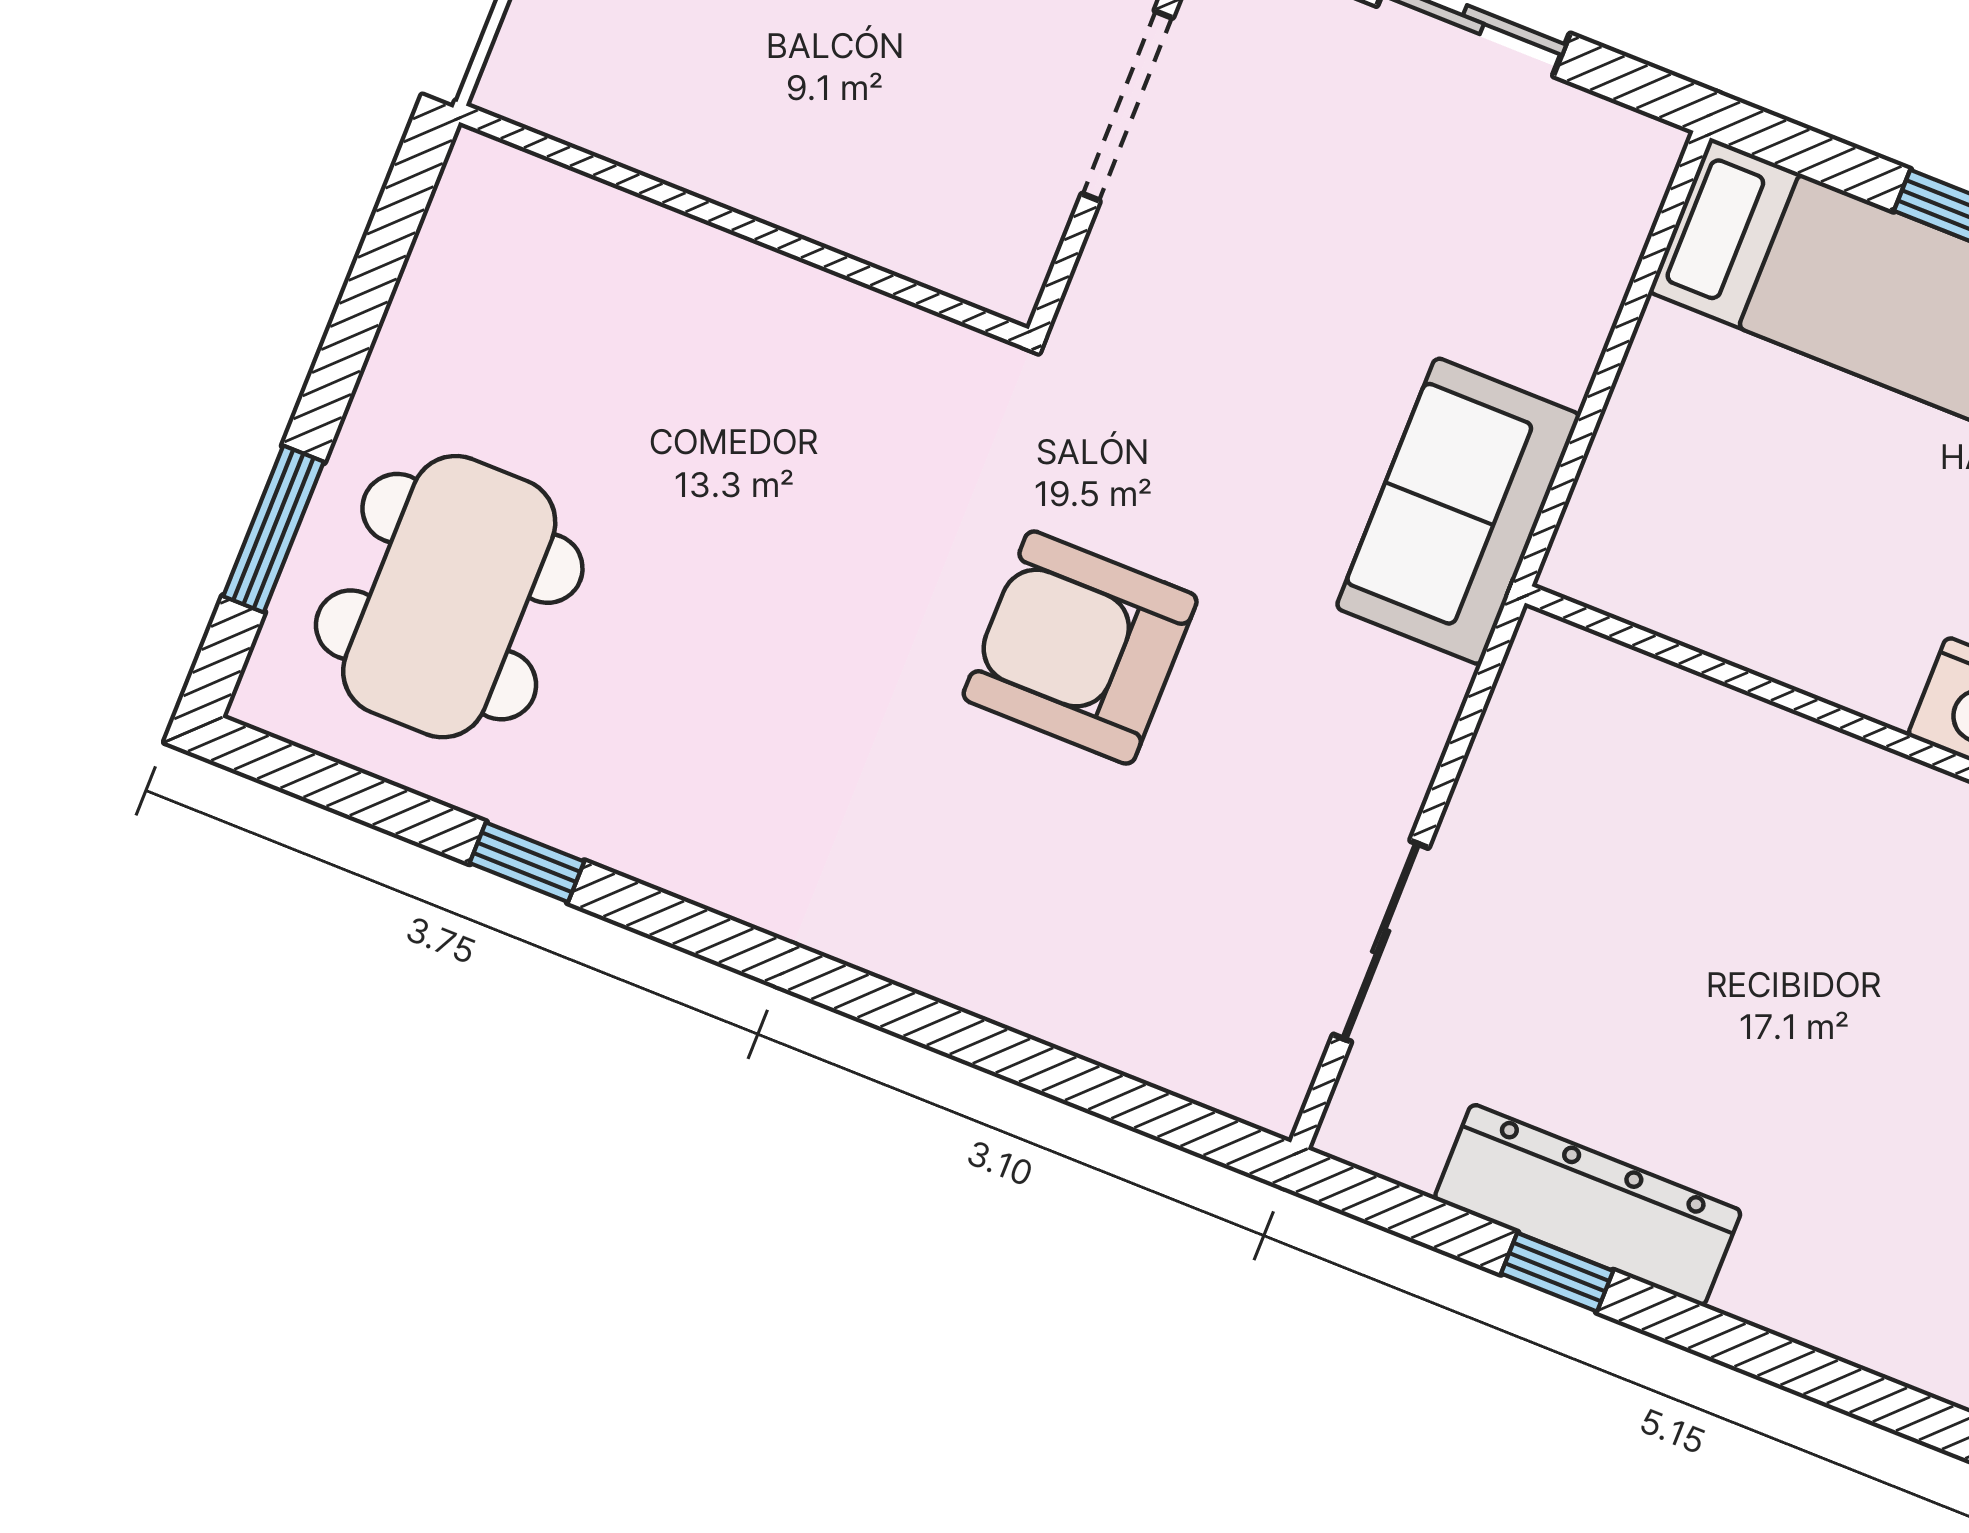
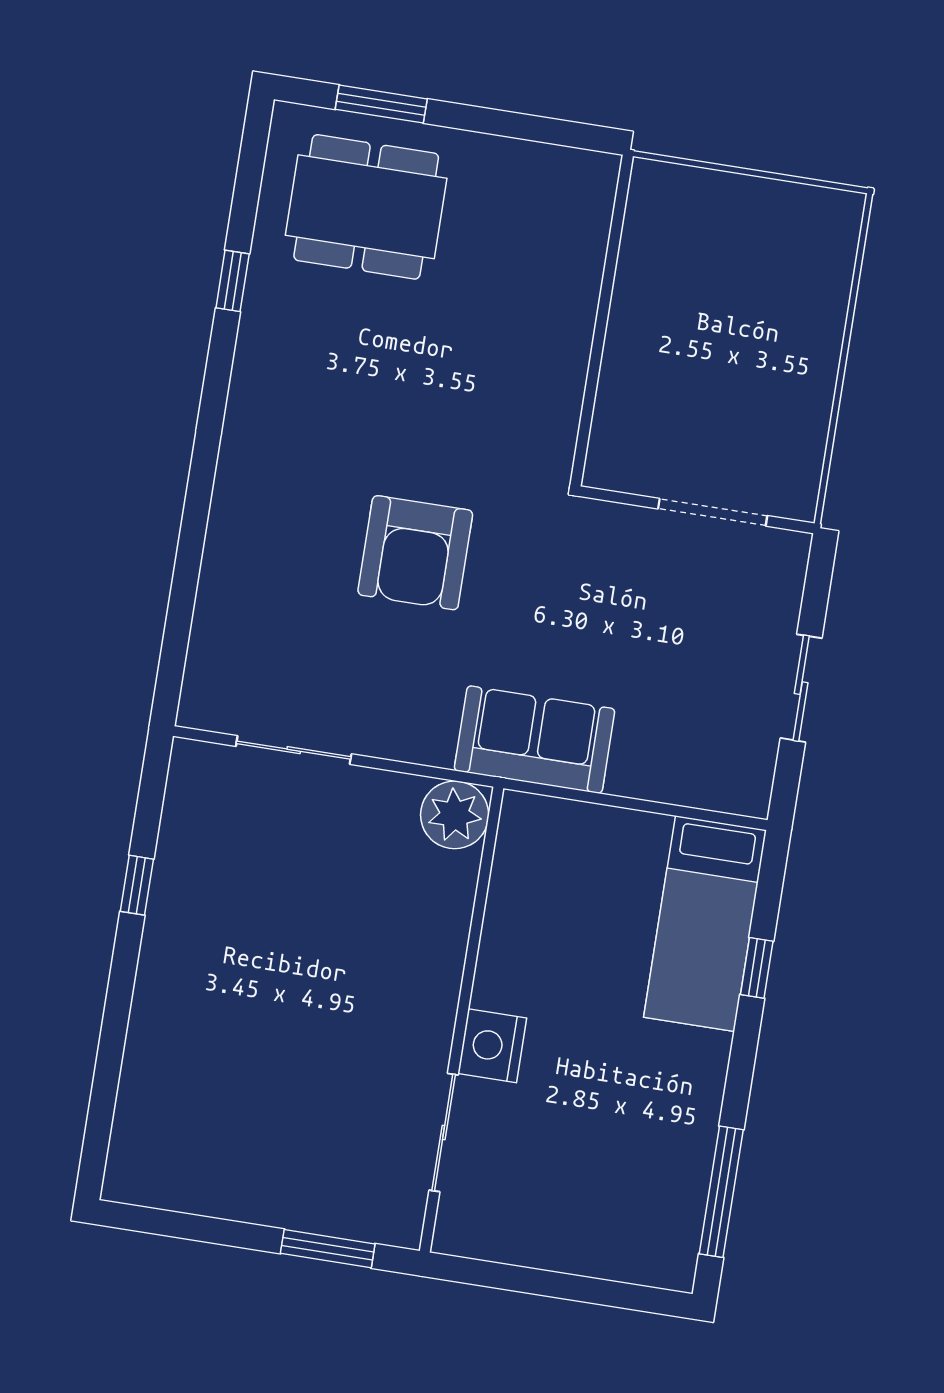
armchair: (1080, 648) -> (415, 553), turned 180
plant: (1559, 682) -> (455, 815), added
dresser: (1588, 1205) -> (177, 894), removed

